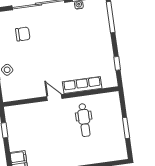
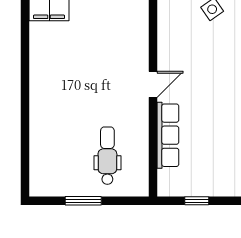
dental chair: (84, 120) -> (107, 156), moved, turned 90

